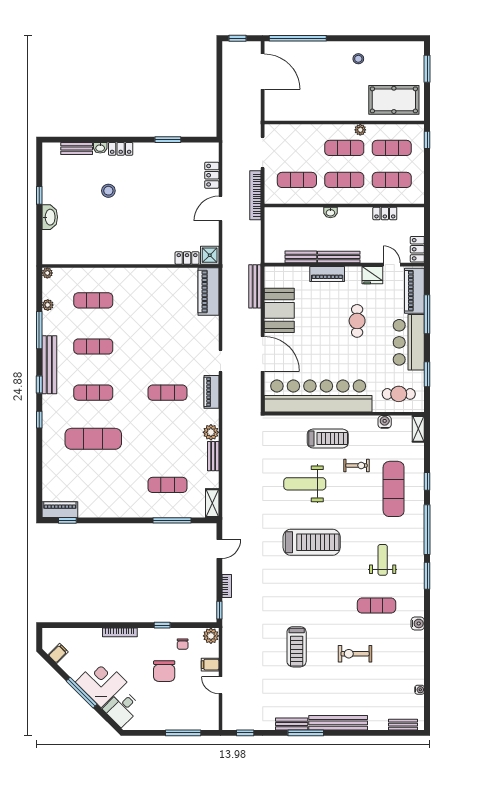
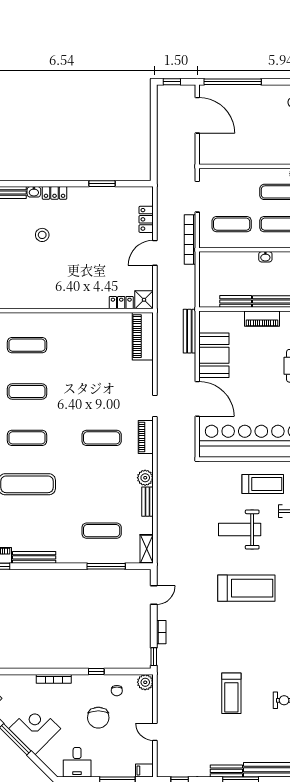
bench: (100, 512) -> (34, 557), added
filing cabinet: (210, 665) -> (144, 771), moved
desk: (122, 708) -> (77, 762), moved, turned -45

